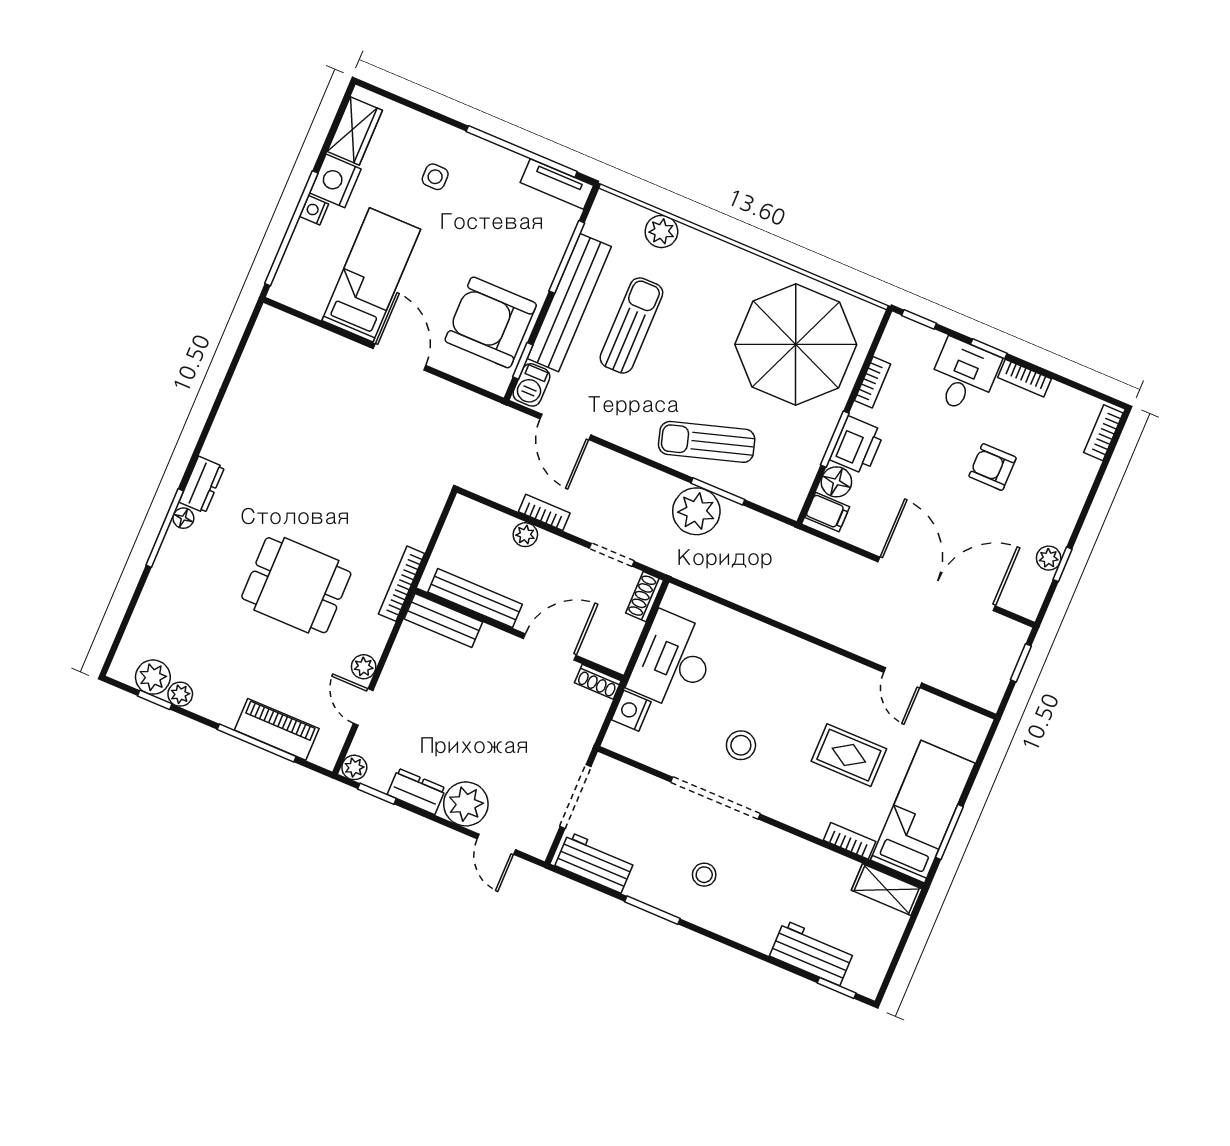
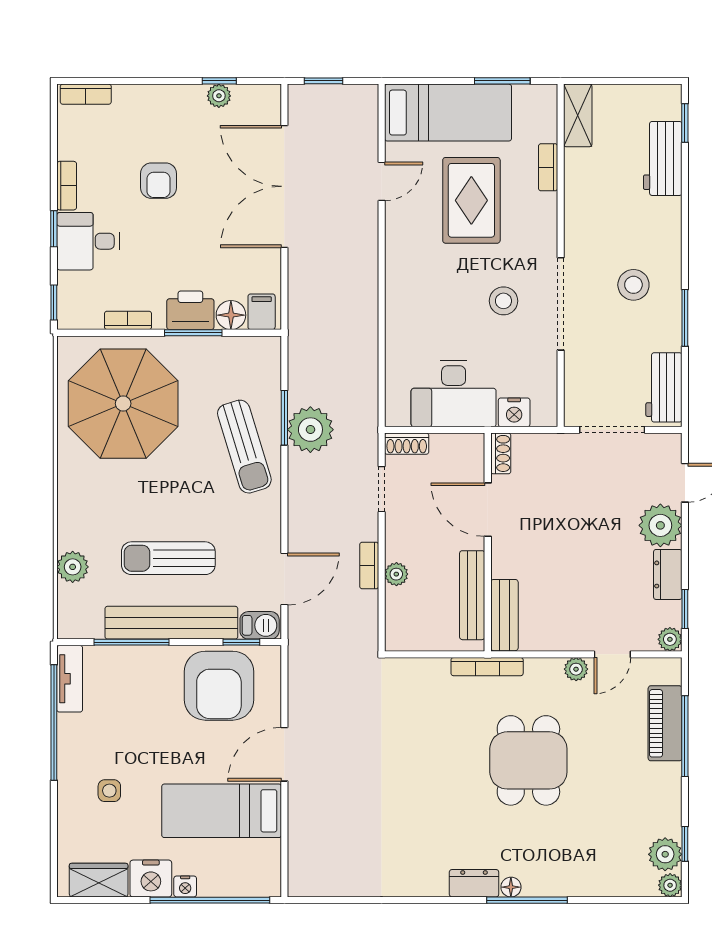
plant: (180, 694) -> (670, 885), moved
rug: (849, 755) -> (471, 200), width x1.36, depth x1.43
bed: (923, 812) -> (448, 113), moved, turned 180
stool: (704, 875) -> (633, 285), width x1.37, depth x1.37

